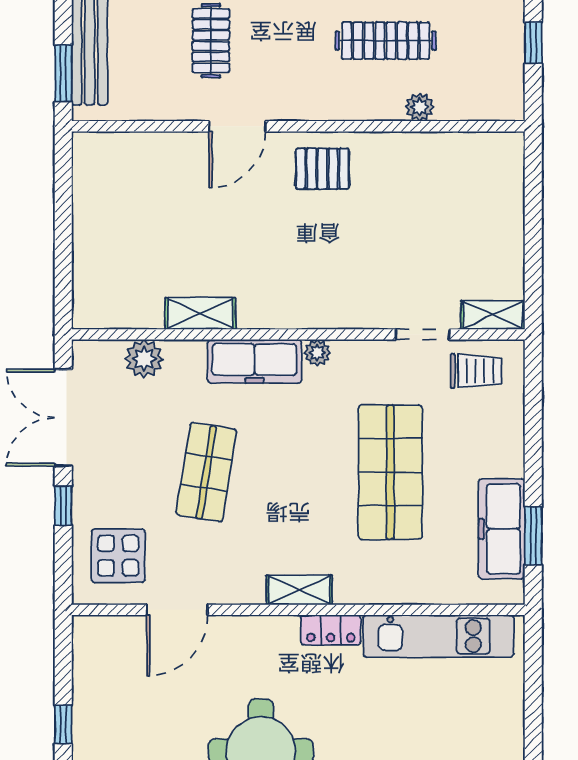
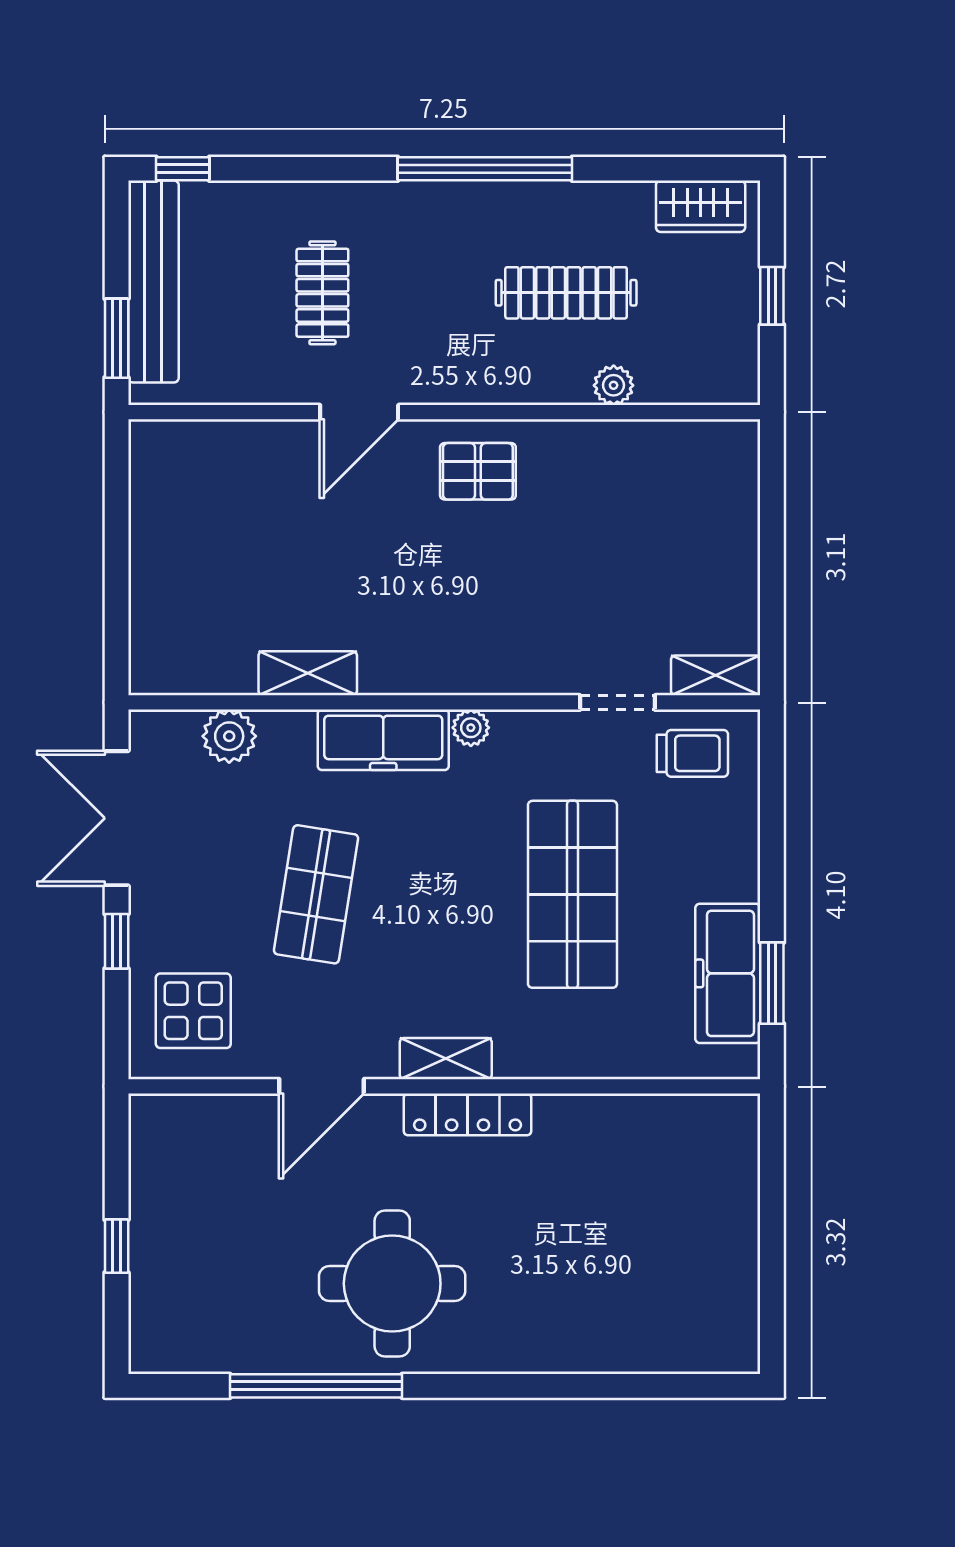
door: (177, 610) -> (322, 1086), moved
locker: (331, 630) -> (468, 1114), width x1.53
kitchen unit: (439, 636) -> (640, 1123), removed

